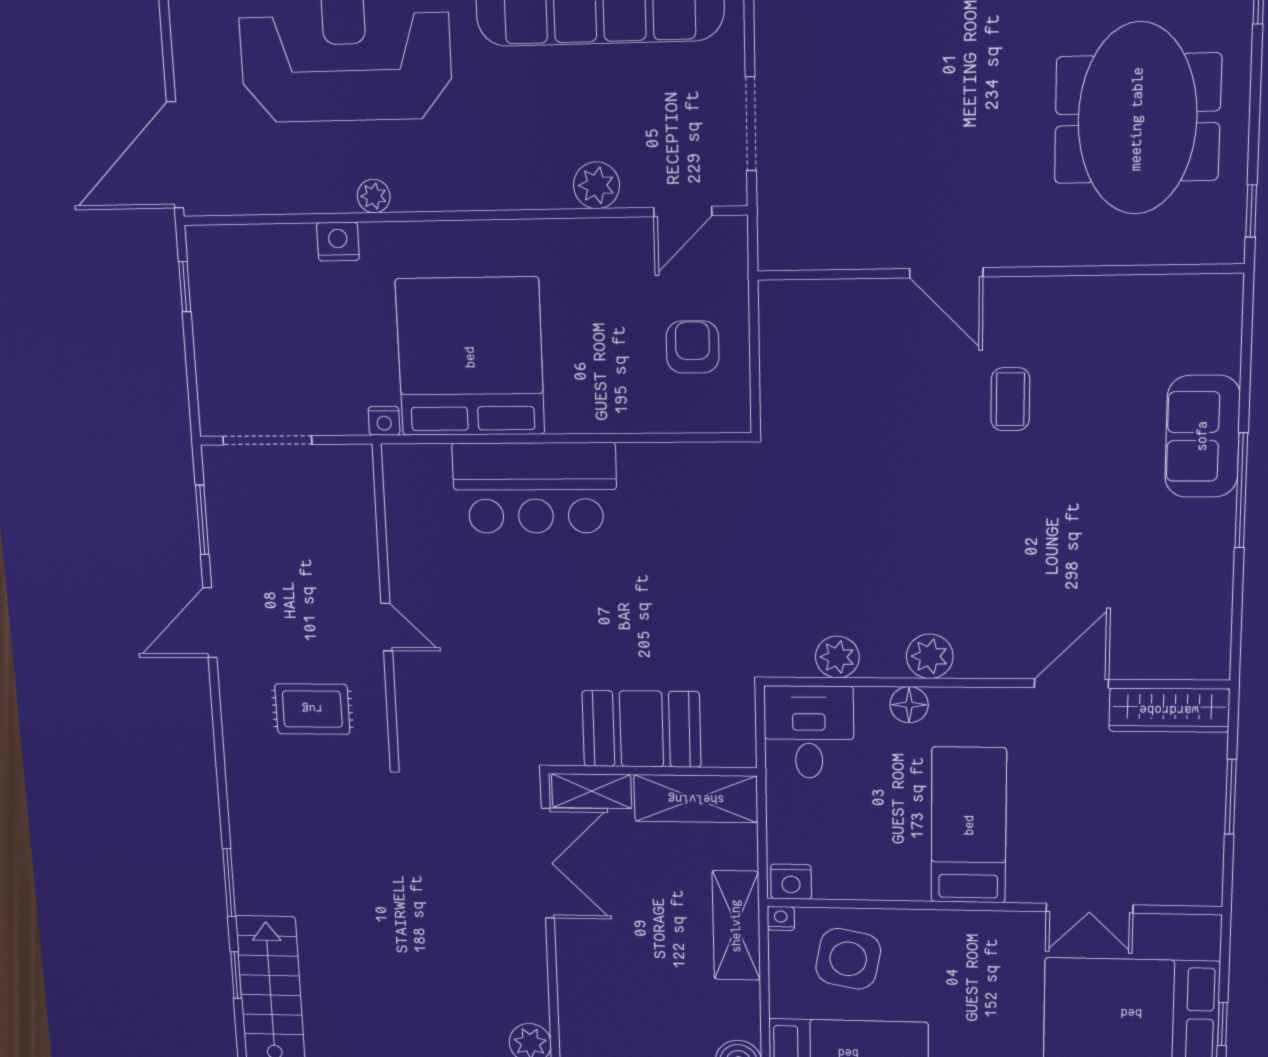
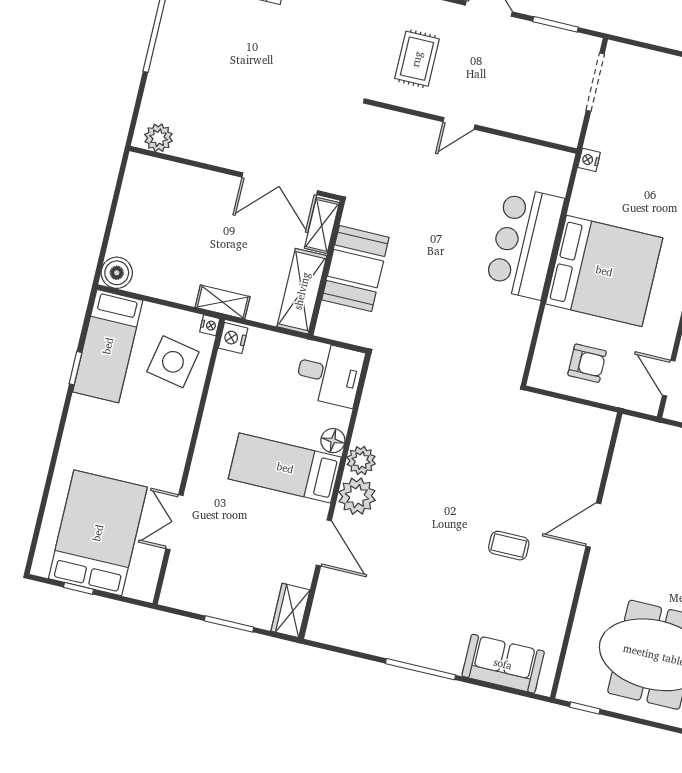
bed: (470, 357) -> (604, 271), moved
sofa: (1202, 436) -> (503, 664), moved
plant: (837, 657) -> (357, 496), moved, width x1.36, depth x1.36
wardrobe: (1169, 710) -> (290, 610), width x0.67
bed: (969, 825) -> (285, 468), moved, turned 180
shelving: (736, 926) -> (223, 302), width x0.67, depth x0.75

